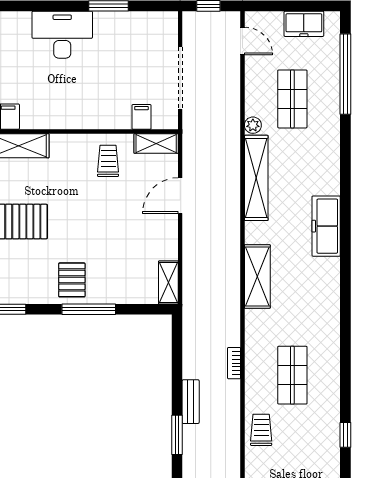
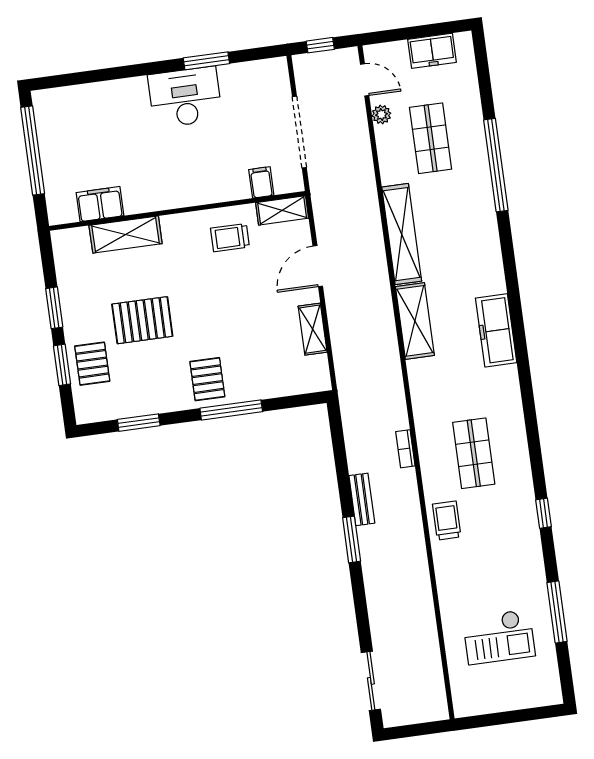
desk: (62, 35) -> (185, 97), moved
window: (345, 74) -> (496, 165), moved
plant: (253, 125) -> (381, 115), moved
trolley: (108, 161) -> (230, 238), turned -90
freezer: (326, 226) -> (496, 330), moved
shelving: (257, 276) -> (415, 321), moved
shelving: (168, 282) -> (313, 329), moved

